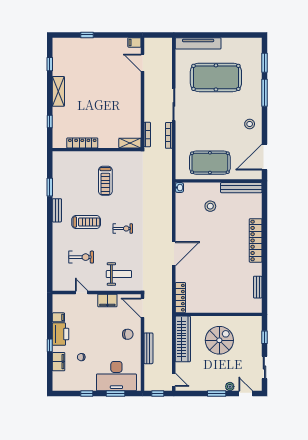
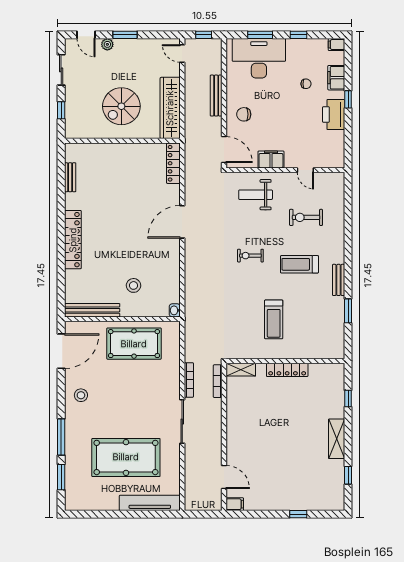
locker: (82, 143) -> (287, 370), moved
treadmill: (105, 181) -> (274, 319), turned 180
filing cabinet: (58, 317) -> (336, 45), moved

